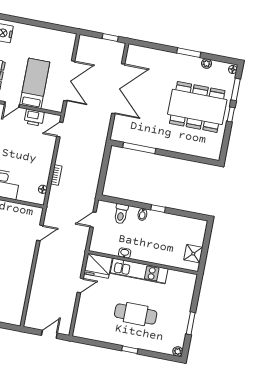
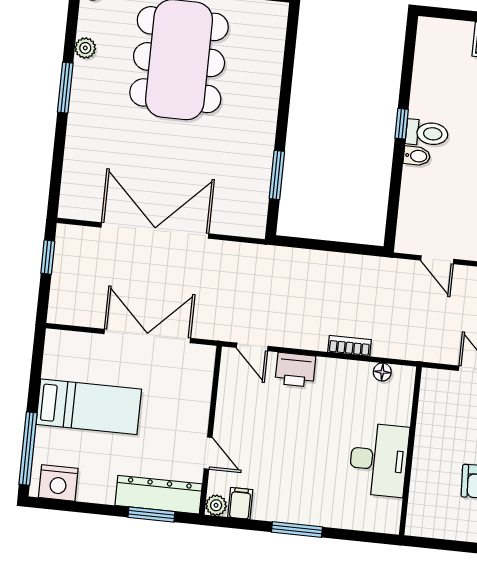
window: (21, 20) -> (28, 449), added
bed: (35, 83) -> (89, 407), moved, turned 180
printer: (34, 118) -> (295, 370), moved, turned 90
window: (139, 148) -> (277, 175), width x0.69
toilet: (121, 214) -> (427, 133), moved

